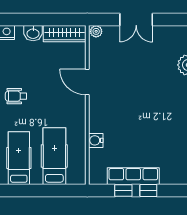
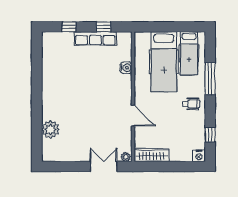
double door: (136, 20) -> (104, 167), moved
washbasin: (33, 33) -> (177, 155), removed
hospital bed: (54, 156) -> (164, 62), width x1.37, depth x1.29
window: (148, 190) -> (69, 27), moved

